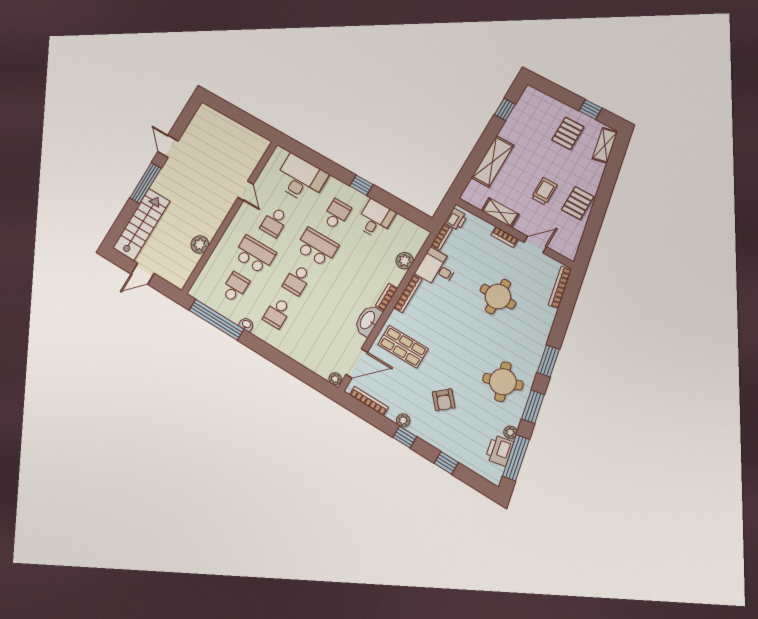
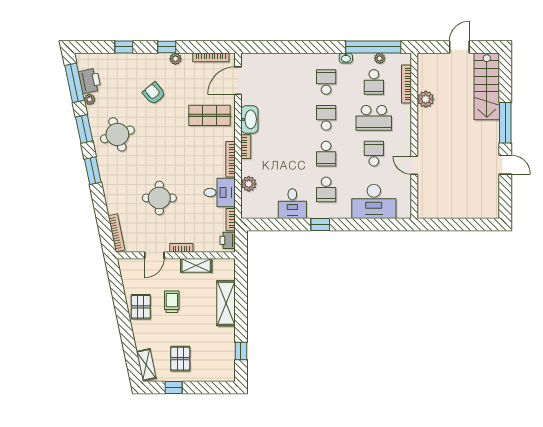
trolley: (544, 191) -> (172, 302), turned 180
school desk: (317, 247) -> (326, 154), width x0.54
bookcase: (208, 268) -> (406, 84), added
plant: (335, 379) -> (380, 58), moved

